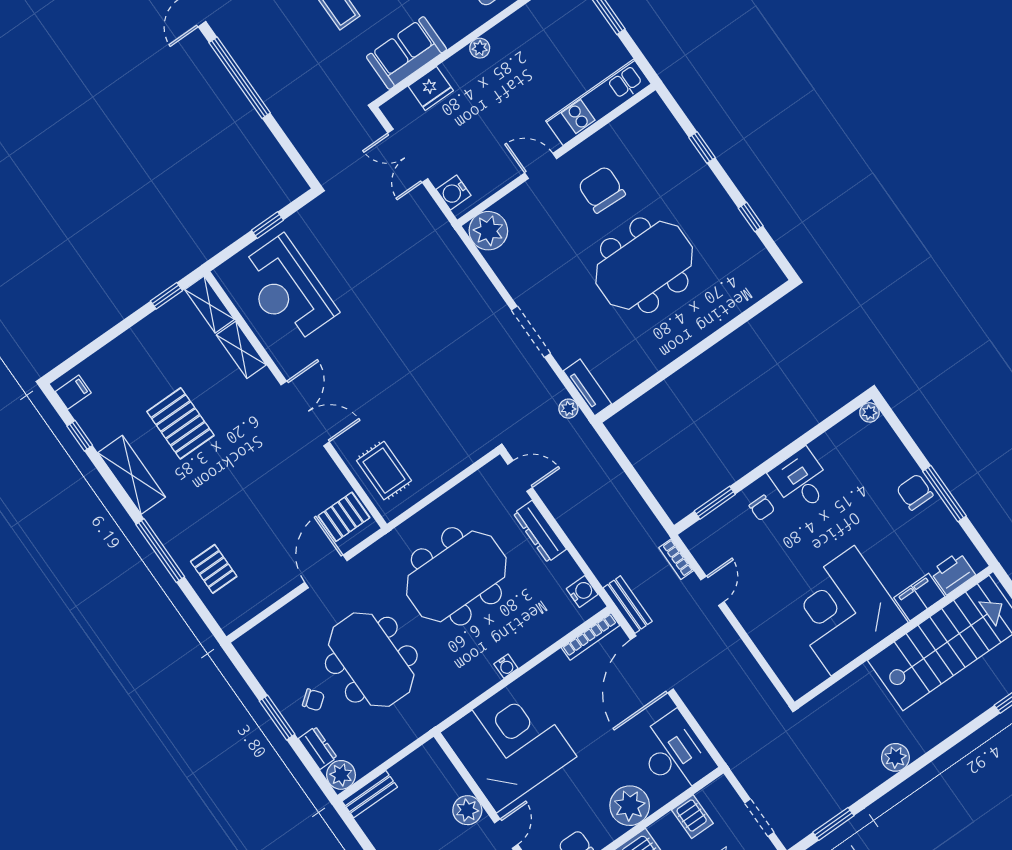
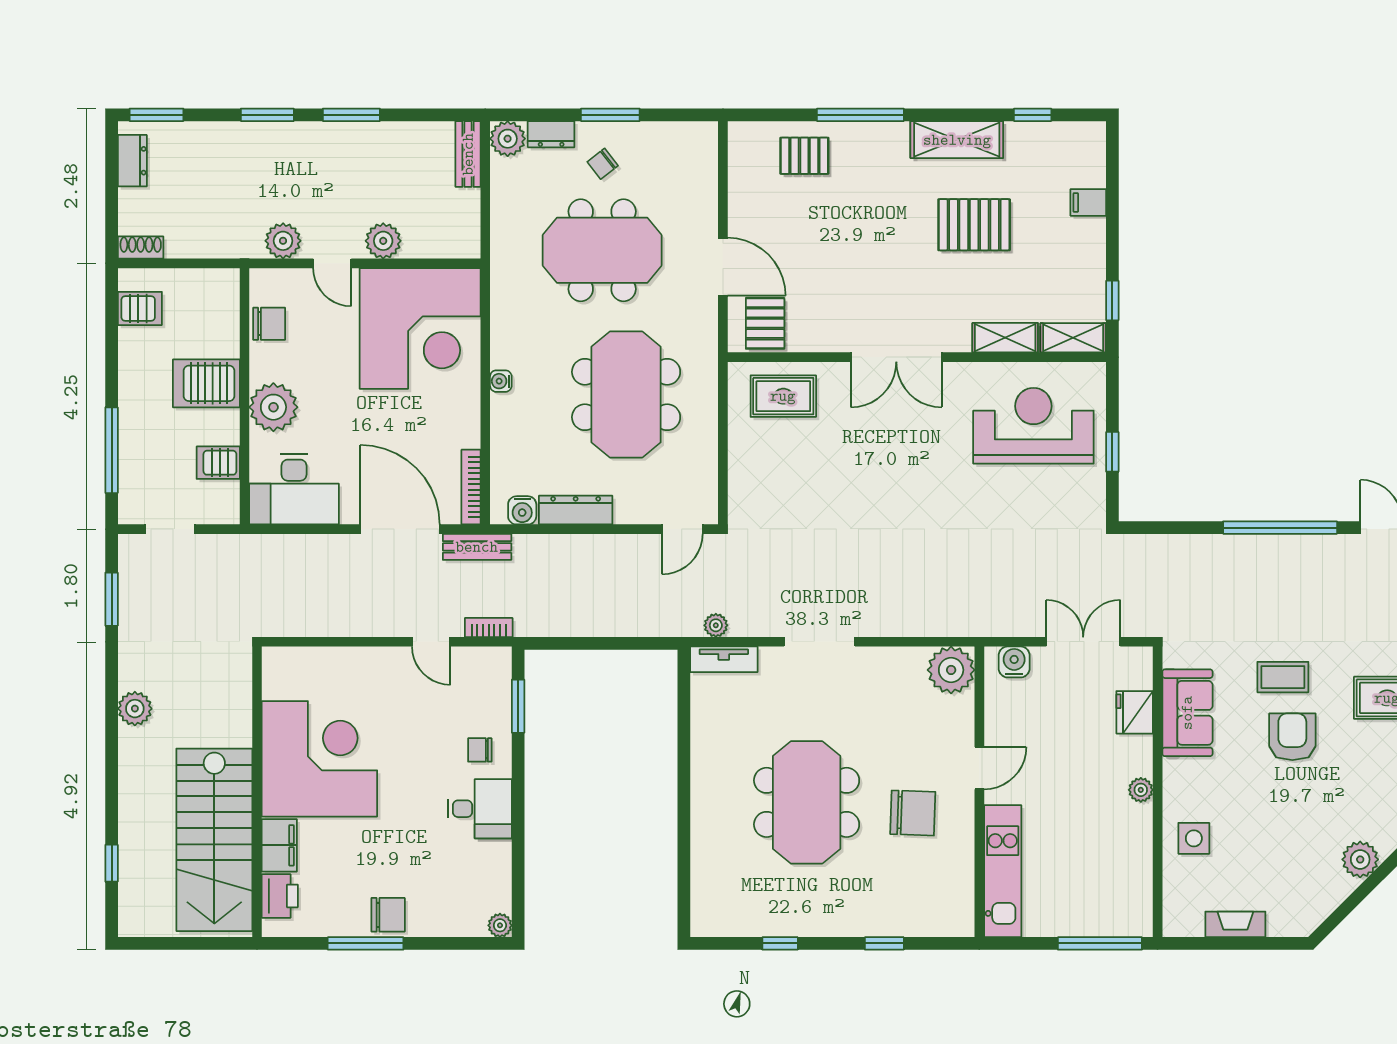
filing cabinet: (73, 392) -> (1088, 202), moved, turned 90
dresser: (540, 531) -> (576, 510), moved

